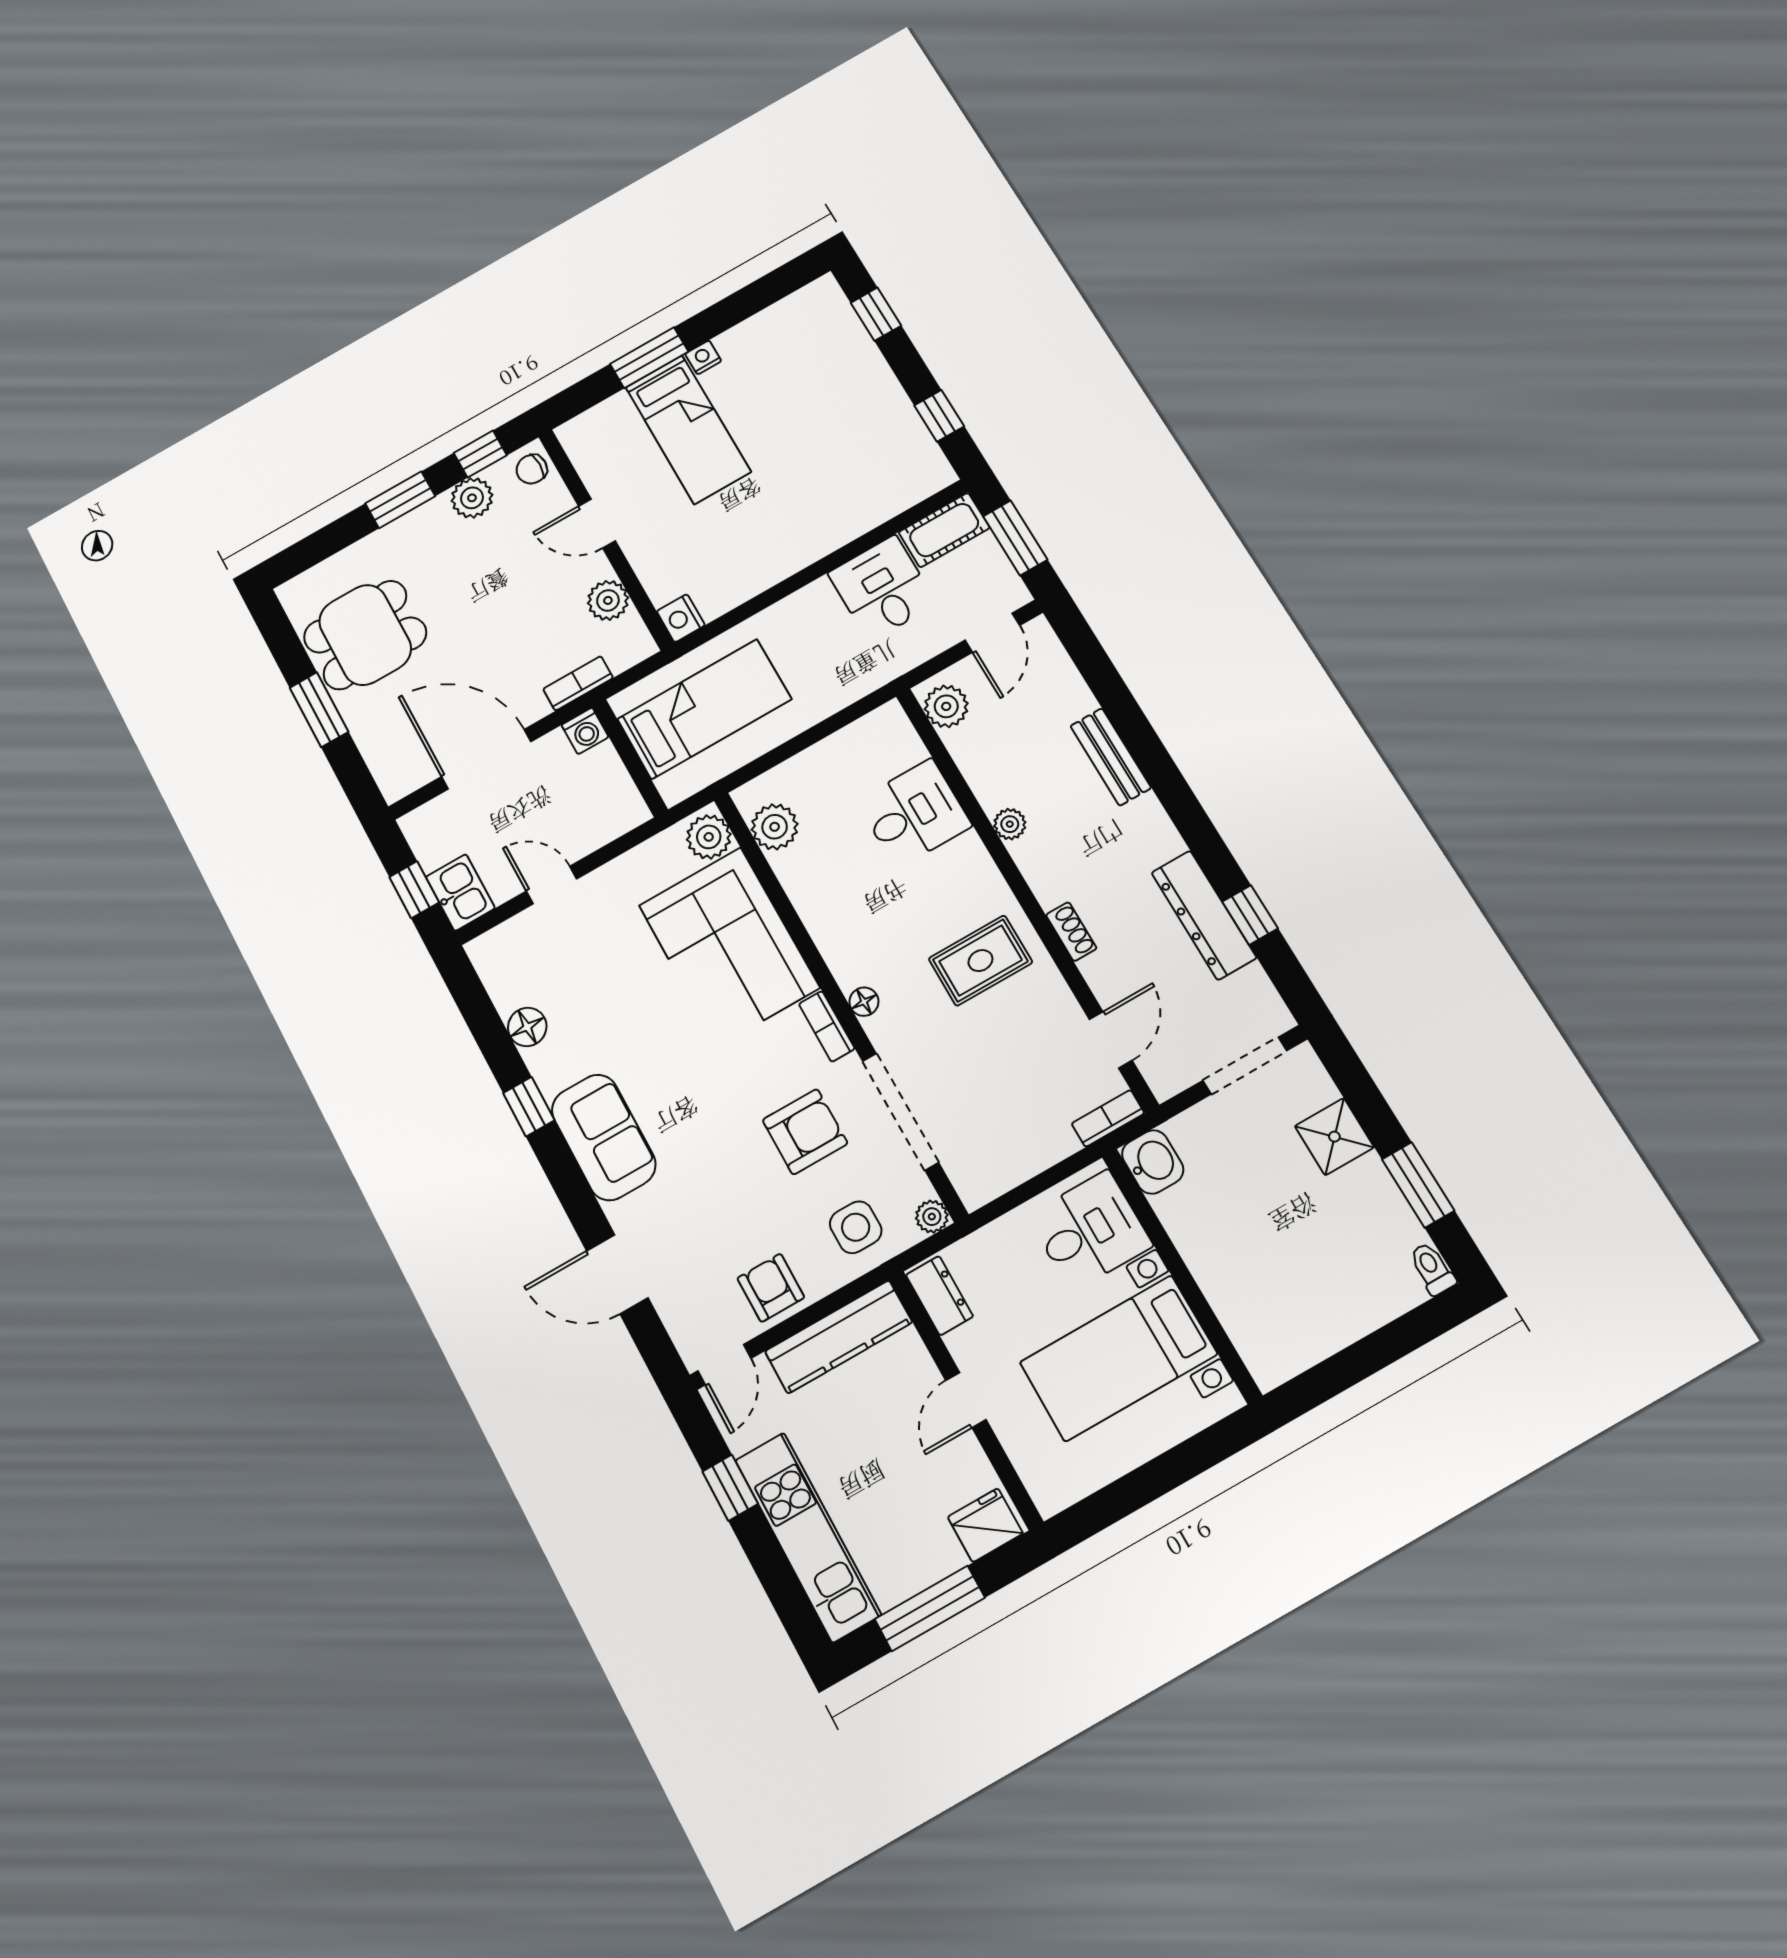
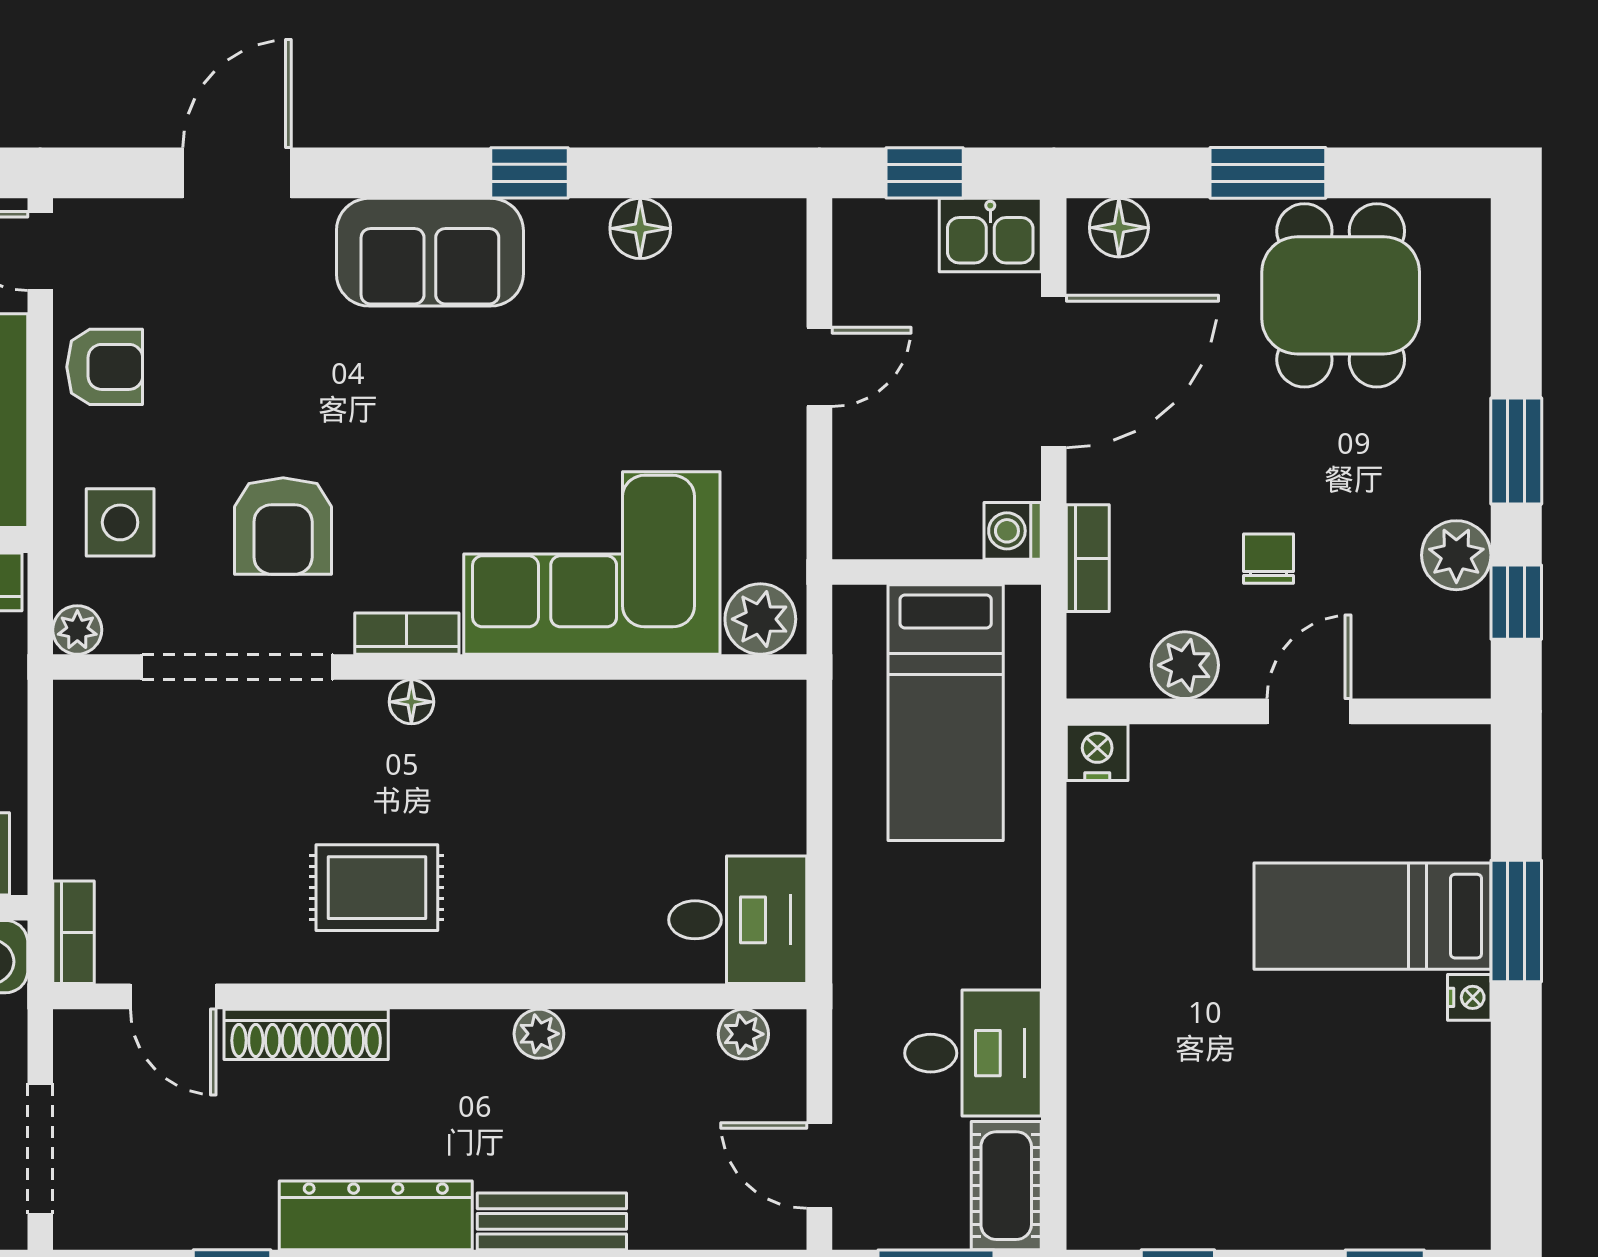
chair: (532, 469) -> (1268, 559), moved
plant: (946, 706) -> (743, 1034), width x0.73, depth x0.73
floor lamp: (390, 770) -> (1119, 228), added
desk: (914, 813) -> (738, 920), moved, turned -90
plant: (775, 827) -> (722, 716), removed
kitchen sink: (460, 893) -> (990, 235), moved
dresser: (1204, 915) -> (376, 1215), moved
shoe rack: (1071, 932) -> (306, 1034), width x1.94, depth x1.24
rug: (980, 961) -> (377, 888), turned 90

